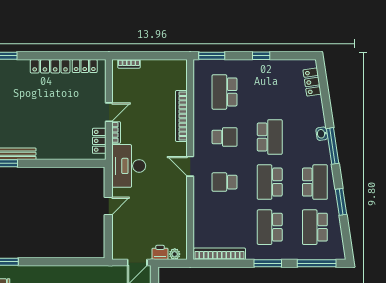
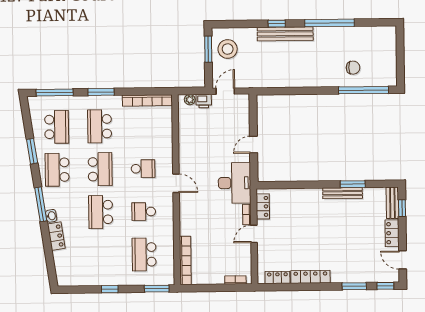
locker: (312, 82) -> (56, 236), moved
school desk: (225, 92) -> (144, 254), turned 180
bookcase: (181, 116) -> (185, 260), moved
school desk: (270, 227) -> (100, 126), turned 180

